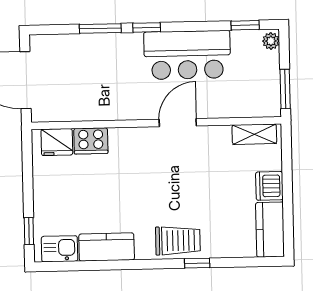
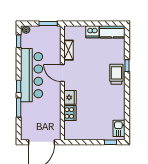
bar counter: (187, 55) -> (32, 75), width x1.36
shelving: (254, 134) -> (69, 50), moved
fridge: (57, 142) -> (70, 97), moved
kitchen counter: (107, 247) -> (119, 107), removed

